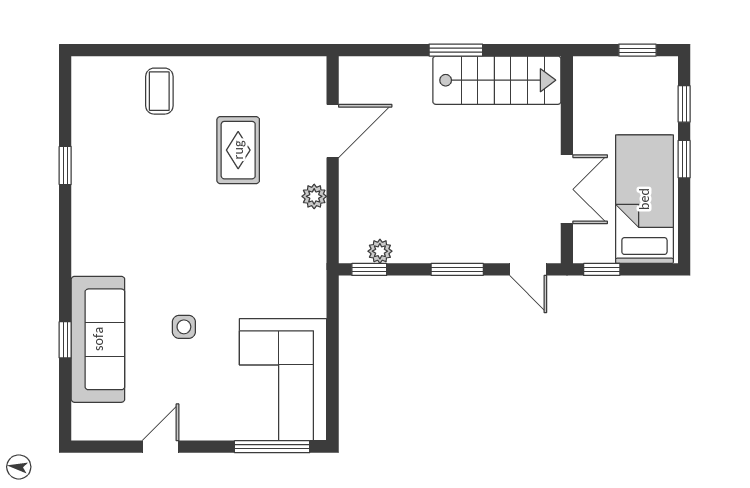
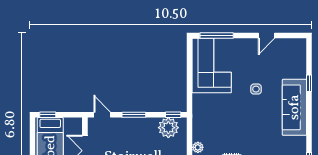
plant: (380, 251) -> (168, 128), width x1.87, depth x1.87
window: (602, 269) -> (48, 115), moved
sofa: (98, 339) -> (294, 107), moved

